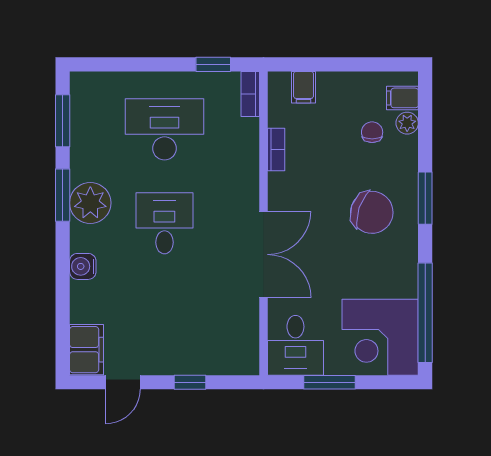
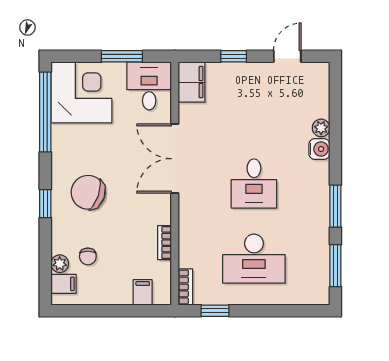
window: (425, 198) -> (45, 204), width x0.67
plant: (90, 203) -> (321, 128), moved, width x0.53, depth x0.53
filing cabinet: (86, 350) -> (192, 82), moved, turned 180

